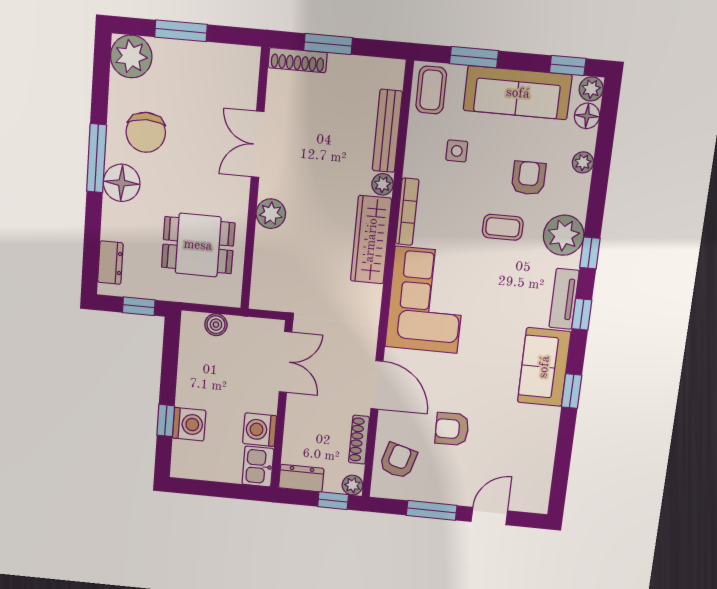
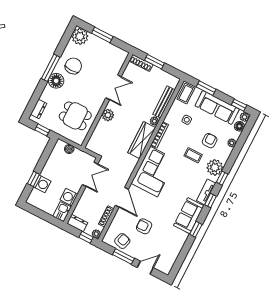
chair: (146, 132) -> (73, 66), turned 180
double door: (258, 144) -> (114, 87), swing flipped
armchair: (398, 461) -> (122, 241), moved

